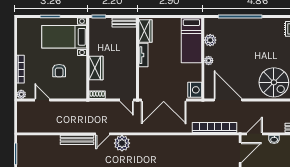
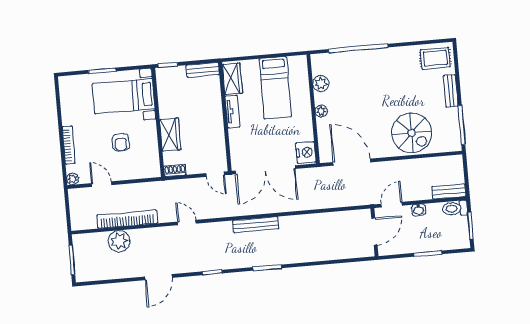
bed: (191, 40) -> (275, 88), moved
bookcase: (214, 128) -> (127, 219), moved
door: (103, 134) -> (187, 223), swing flipped
bench: (77, 140) -> (256, 225), moved
plant: (122, 143) -> (119, 241), moved

